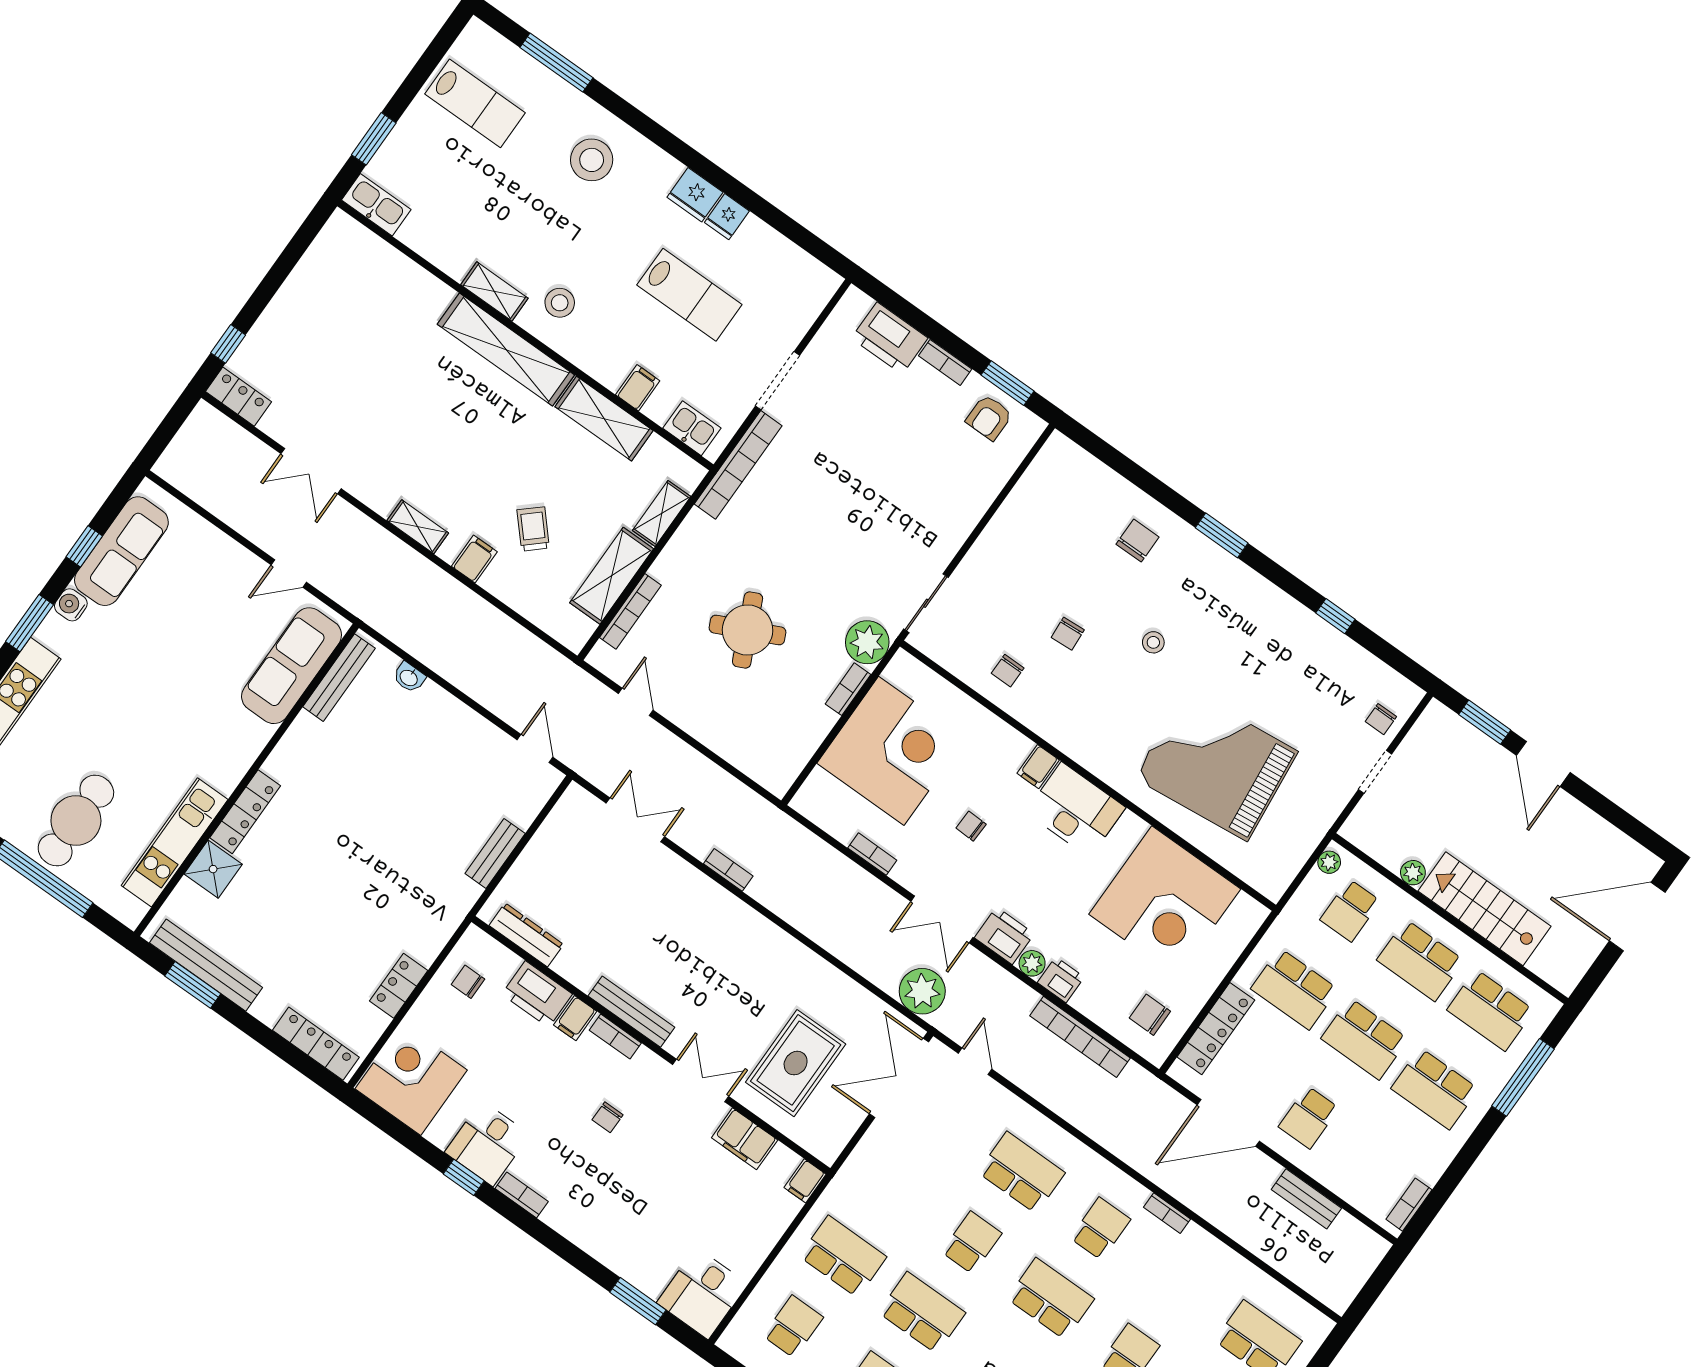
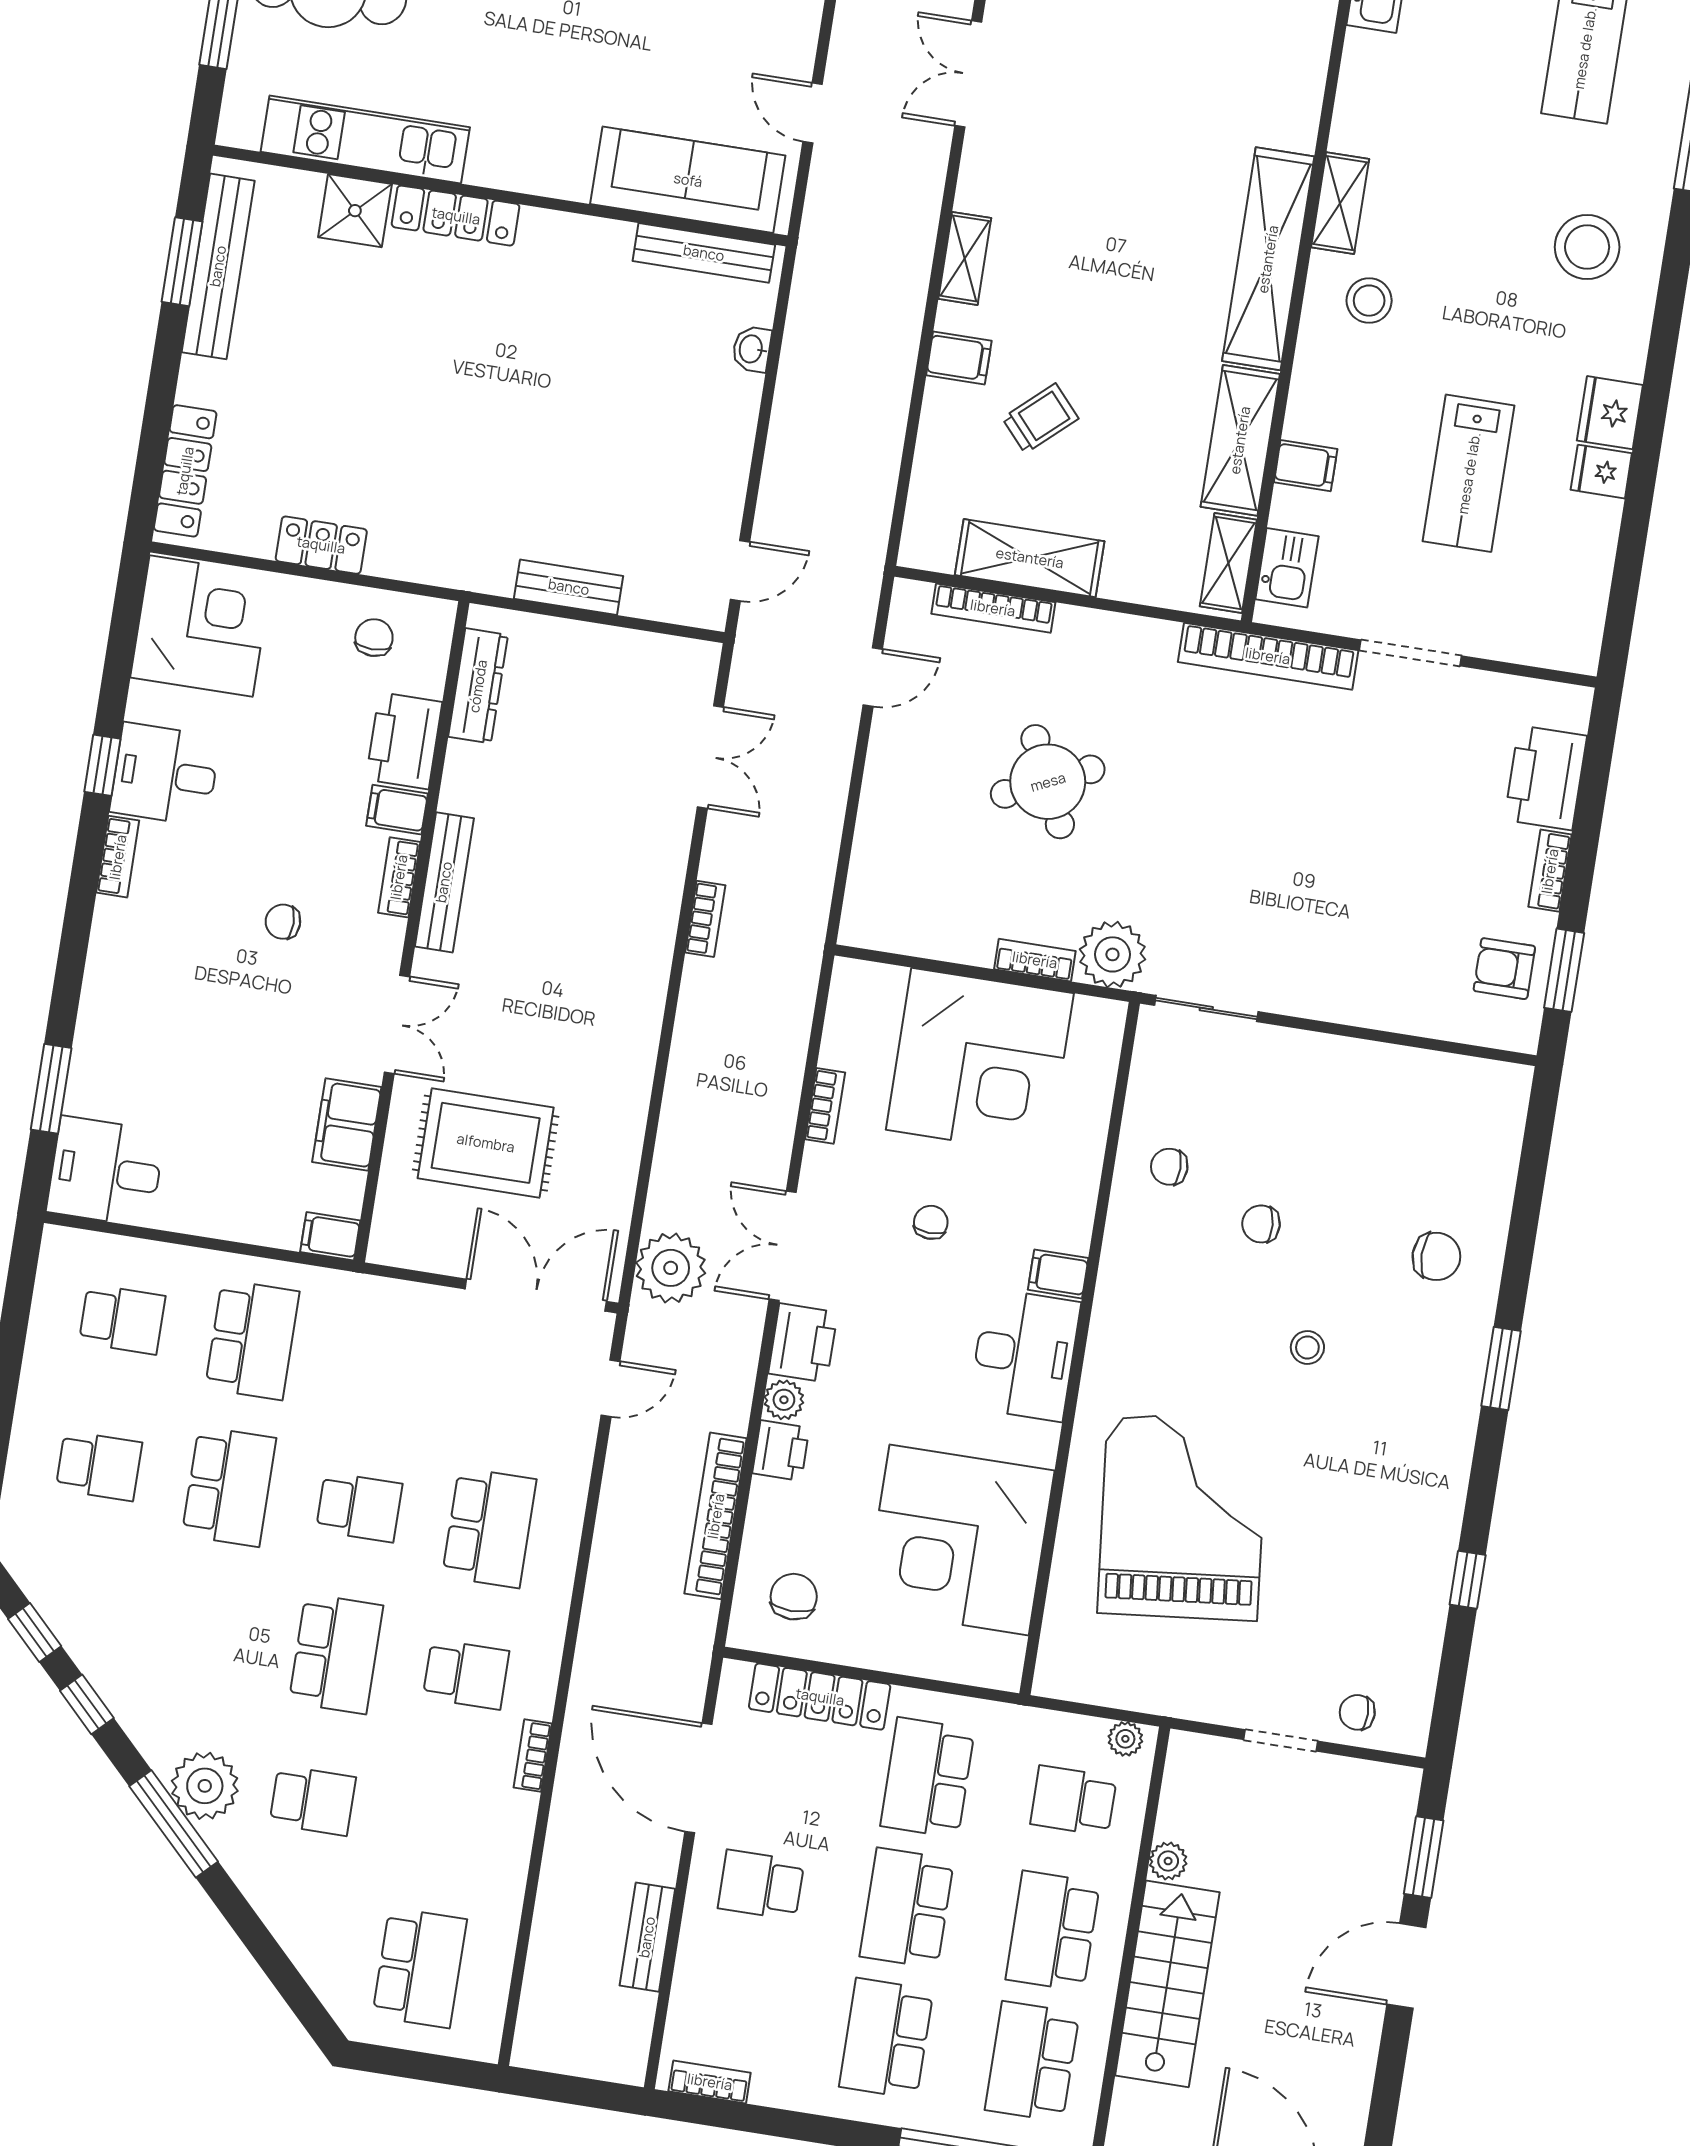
shelving: (662, 514) -> (1228, 563), moved, turned 90

